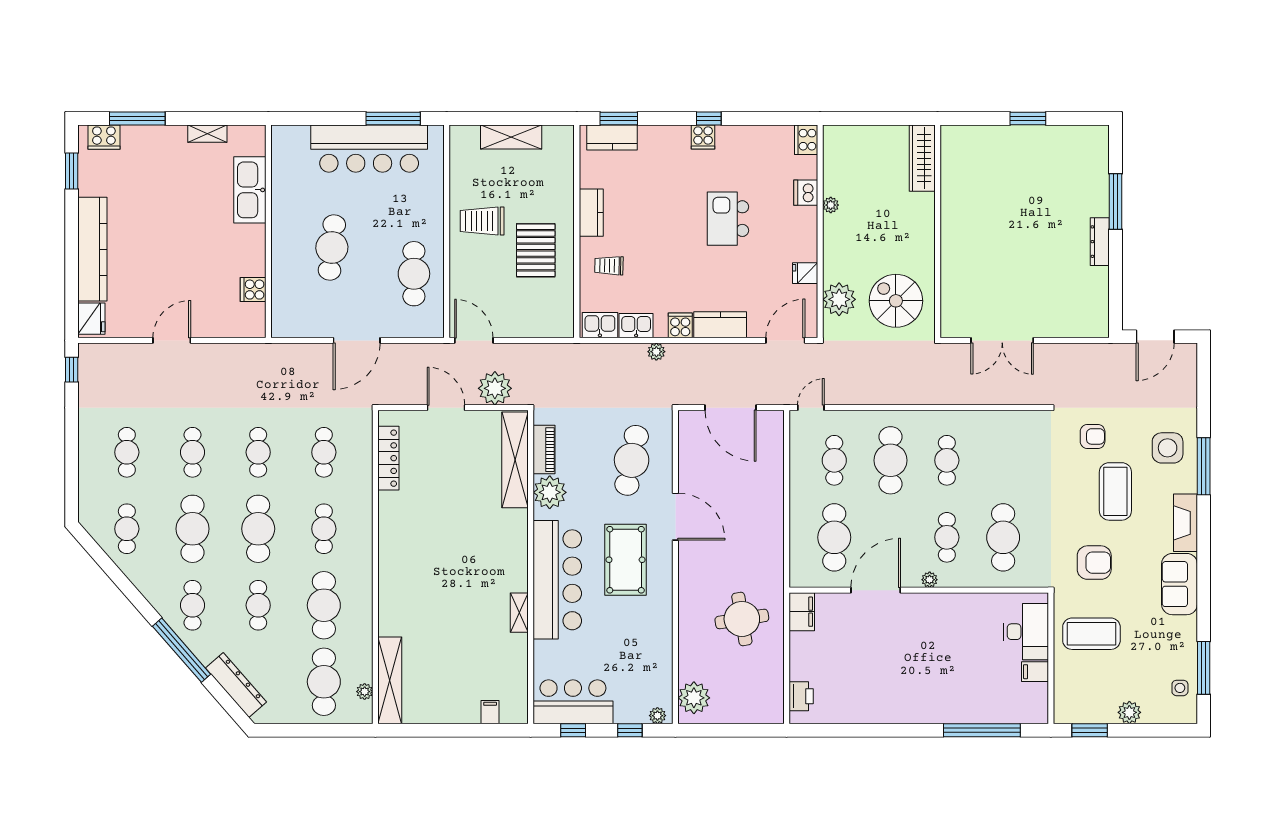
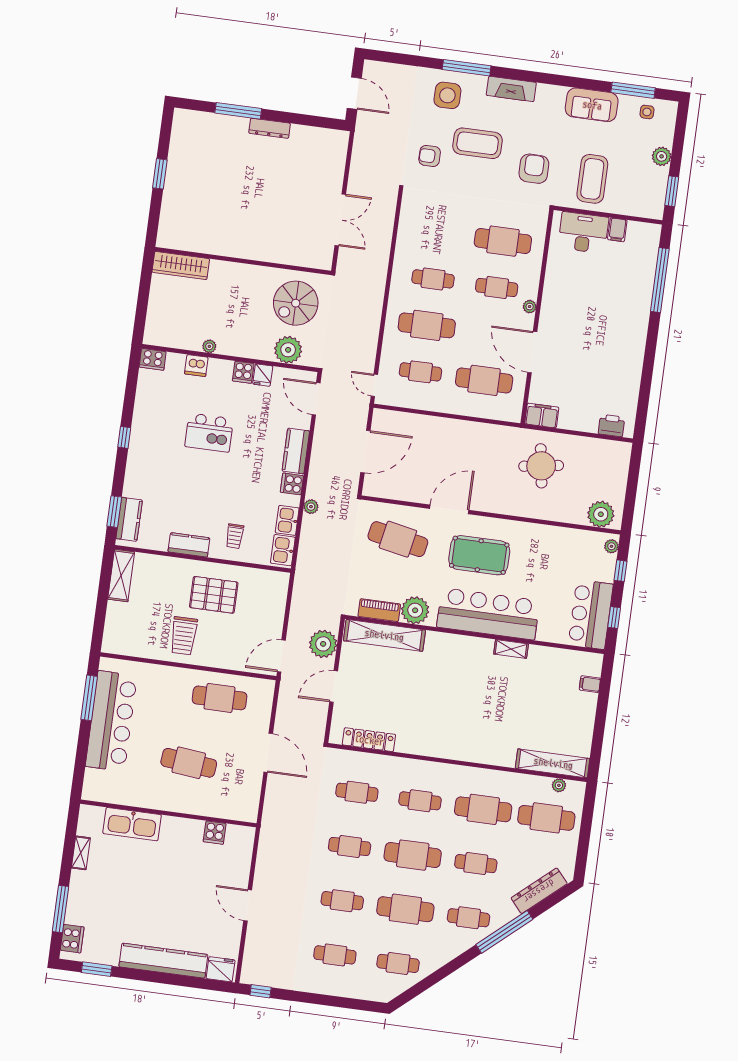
shelving: (511, 137) -> (121, 576), moved
cooker: (703, 137) -> (243, 372), moved, turned 90
armchair: (1093, 436) -> (430, 156), turned -90
sofa: (1179, 584) -> (592, 105), moved

